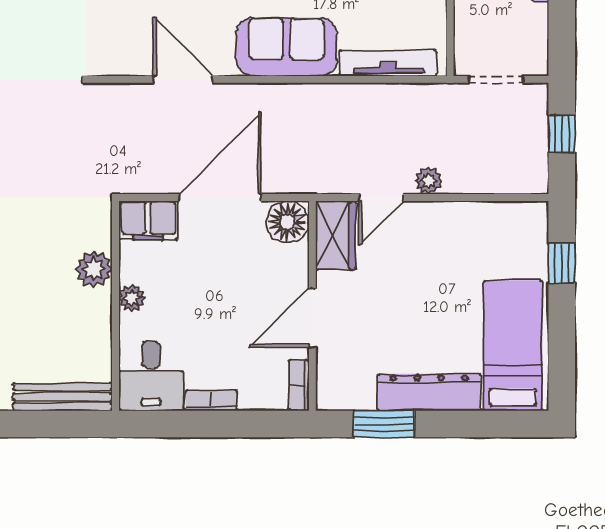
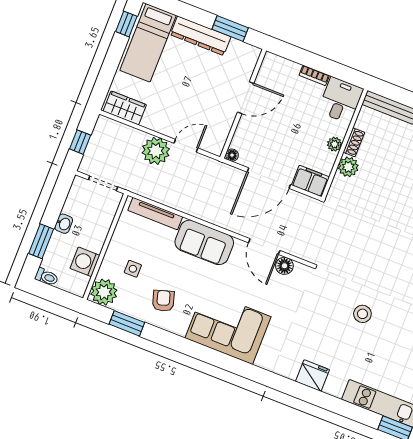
floor lamp: (136, 60) -> (284, 266), added
plant: (428, 181) -> (156, 151), width x1.88, depth x1.88
floor lamp: (287, 222) -> (232, 155), width x0.53, depth x0.53
wardrobe: (336, 235) -> (125, 108), moved, turned 90
window: (562, 263) -> (126, 24), moved
shoe rack: (101, 314) -> (354, 142), added
bookcase: (299, 385) -> (266, 66), removed

